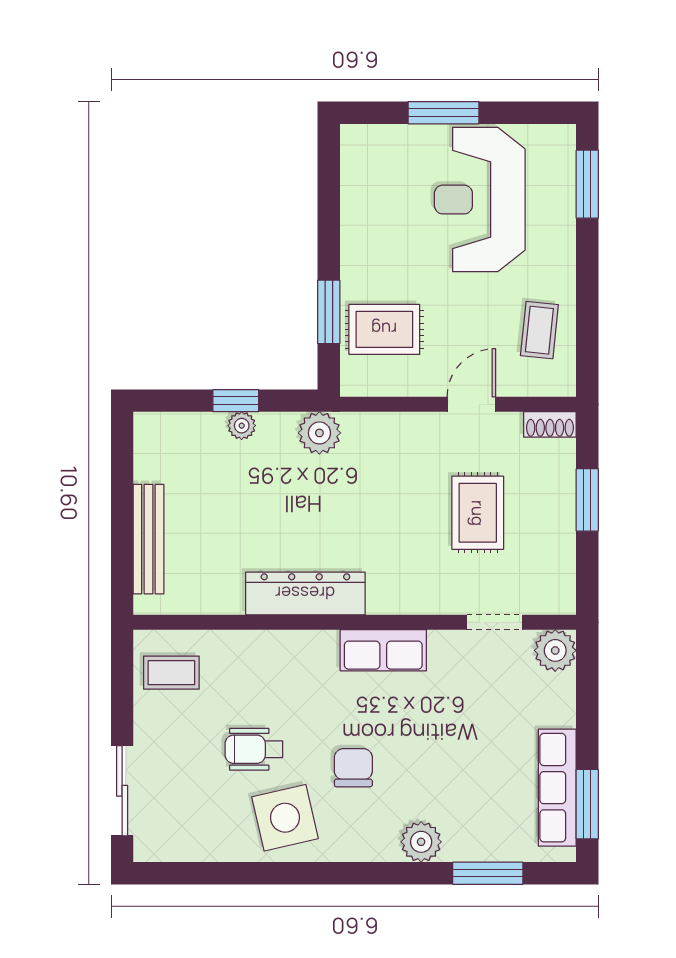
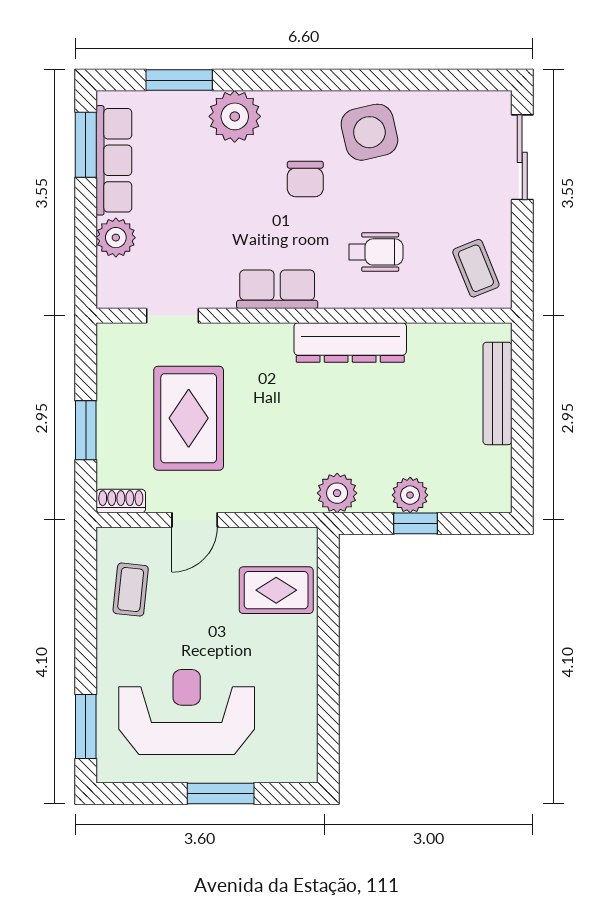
reception desk: (480, 200) -> (187, 712), turned -90
window: (329, 312) -> (328, 607), removed
plant: (242, 426) -> (410, 495), width x1.38, depth x1.38
rug: (478, 513) -> (189, 418), width x1.36, depth x1.43
plant: (555, 650) -> (116, 238), moved
coffee table: (171, 673) -> (476, 268), turned 68
wheelchair: (254, 749) -> (376, 252), moved
plant: (421, 842) -> (235, 116), width x1.36, depth x1.36

